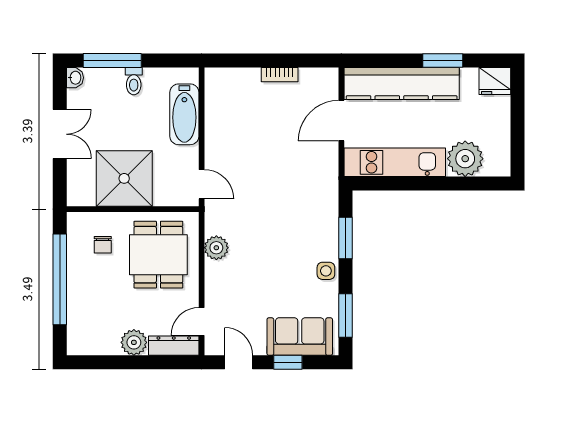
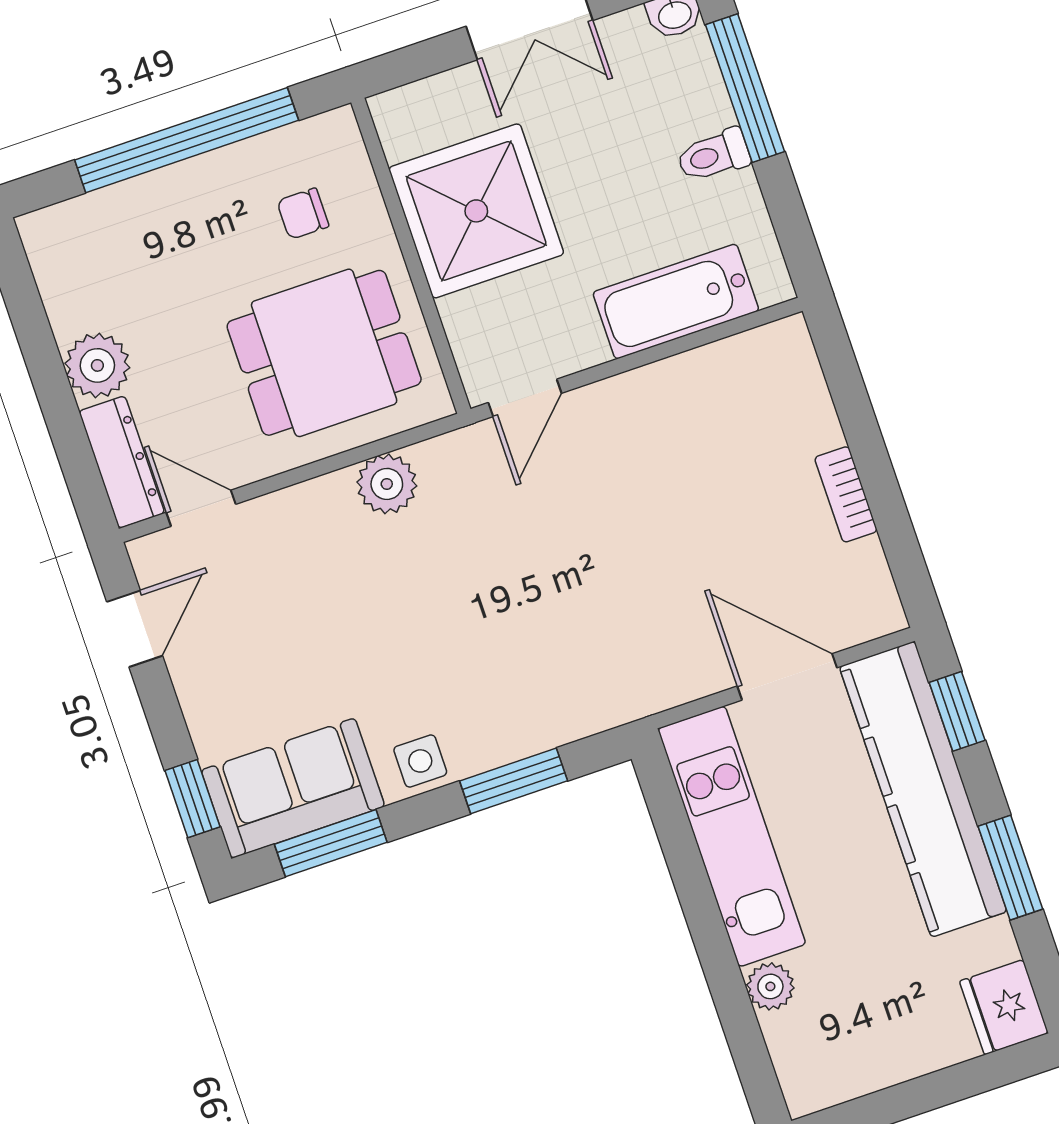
window: (377, 61) -> (957, 711), added
plant: (465, 159) -> (770, 986), width x0.53, depth x0.53
sofa: (300, 337) -> (293, 788), moved, turned -90
window: (288, 362) -> (192, 799), moved

